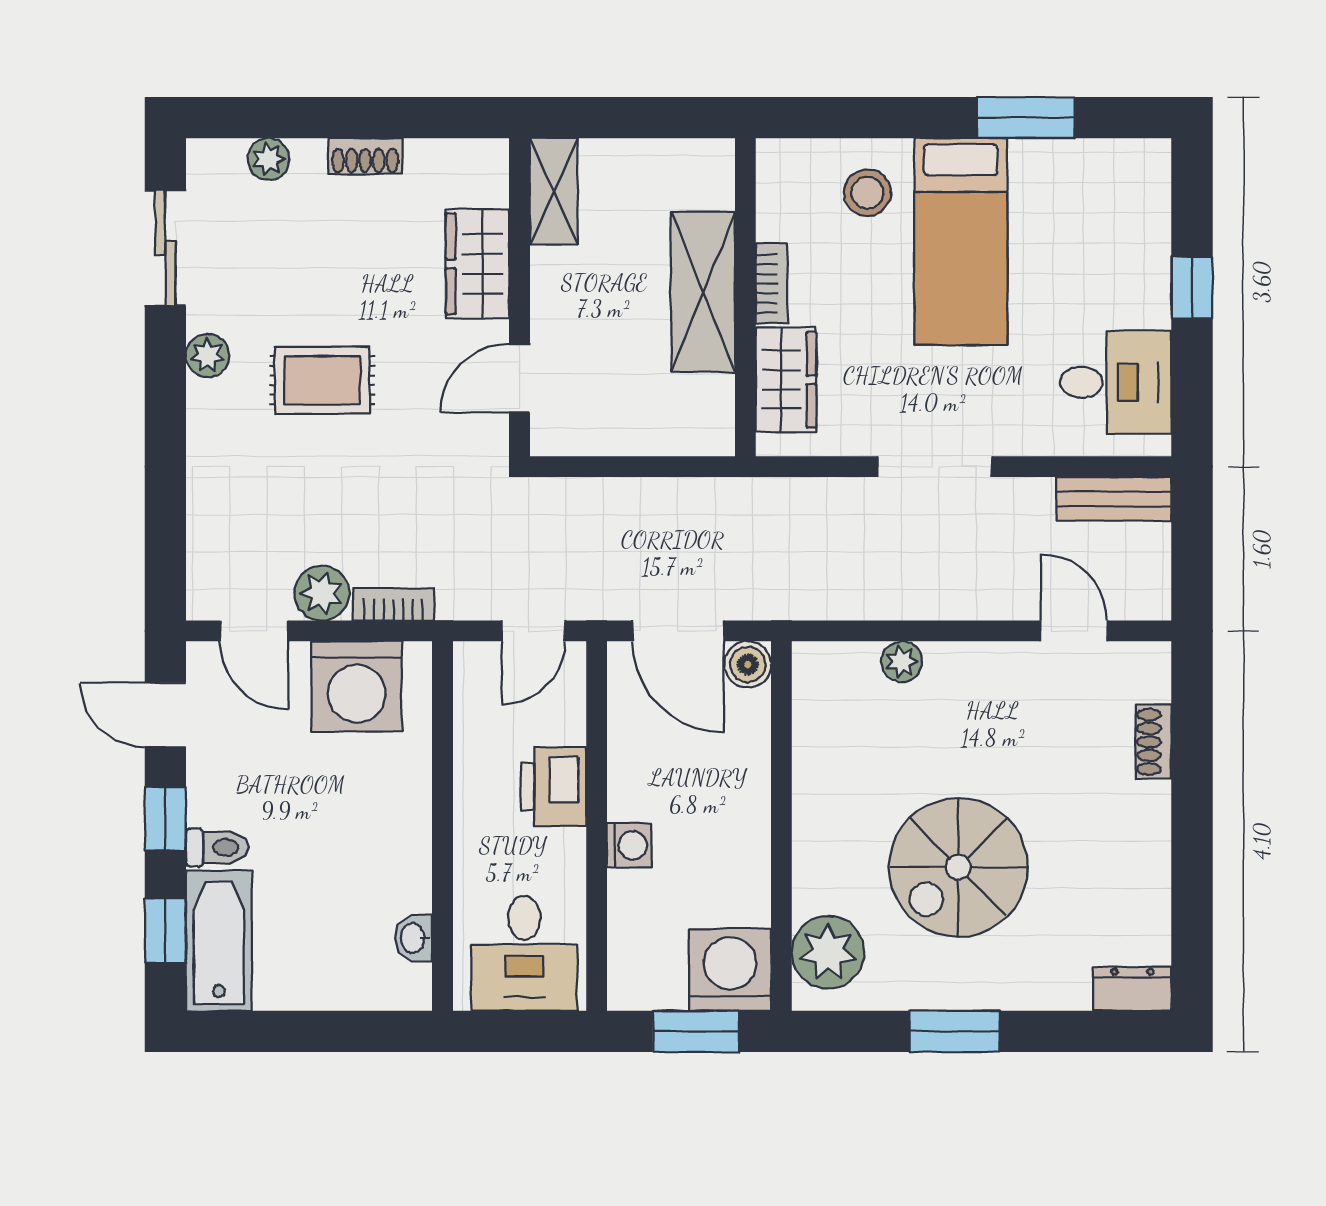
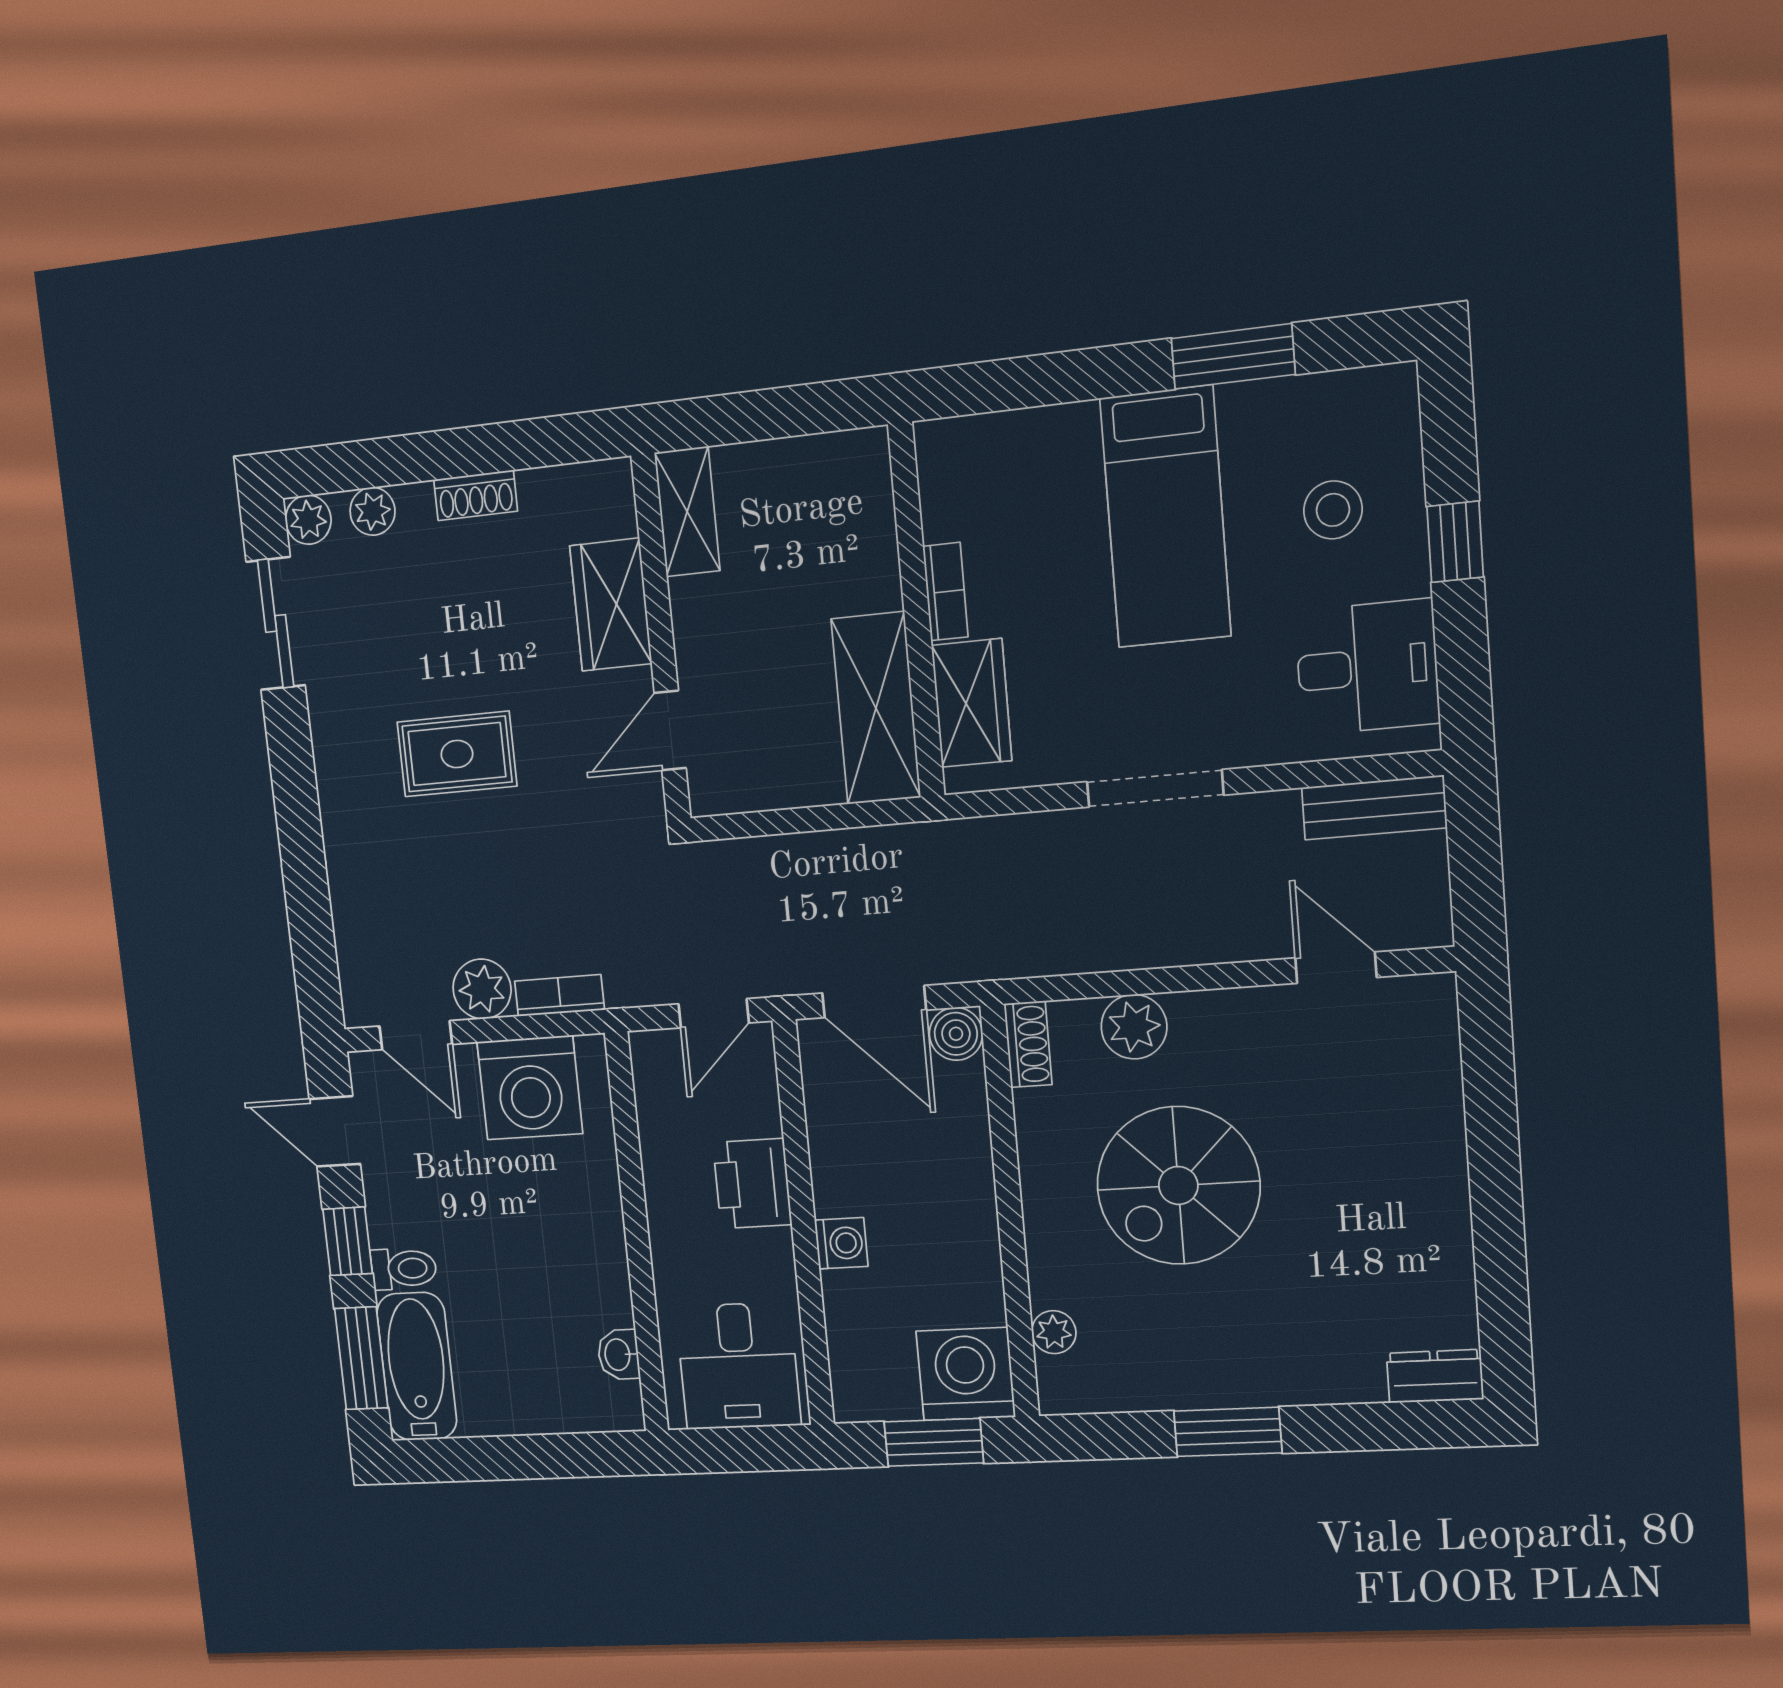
stool: (867, 193) -> (1333, 510), moved
shelving: (703, 292) -> (876, 708), moved
plant: (207, 355) -> (308, 520), moved
plant: (902, 662) -> (1134, 1027), width x1.38, depth x1.38
shoe rack: (1154, 742) -> (1028, 1044), moved, turned 180
spiral stairs: (958, 867) -> (1178, 1185), moved
window: (165, 931) -> (361, 1358), width x1.50
plant: (828, 952) -> (1054, 1332), width x0.53, depth x0.53

